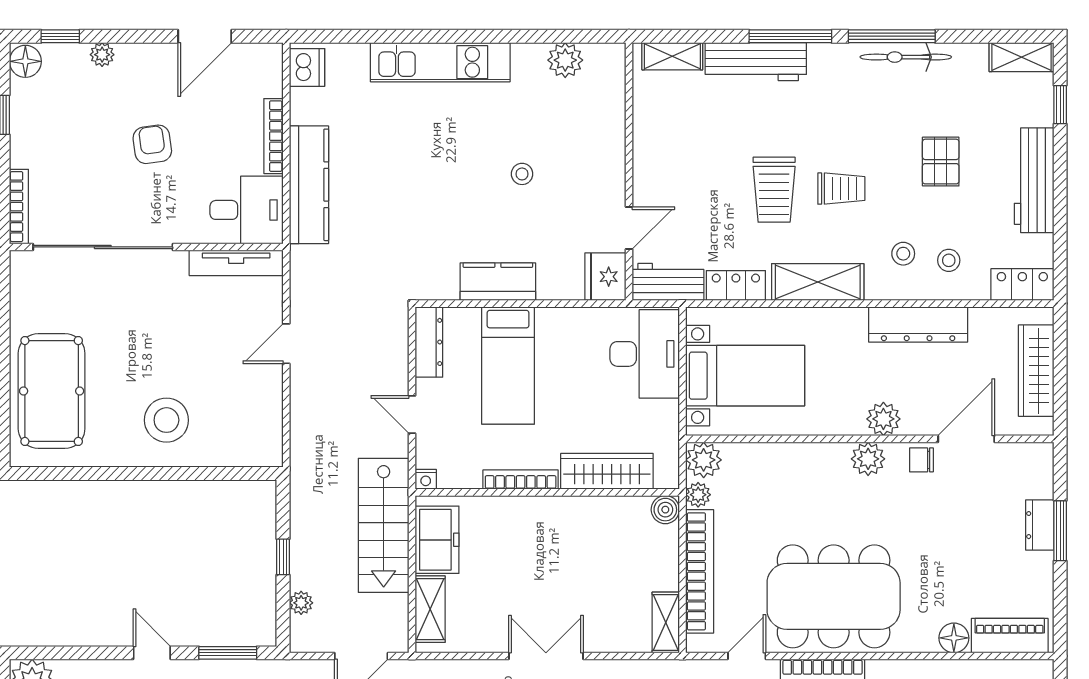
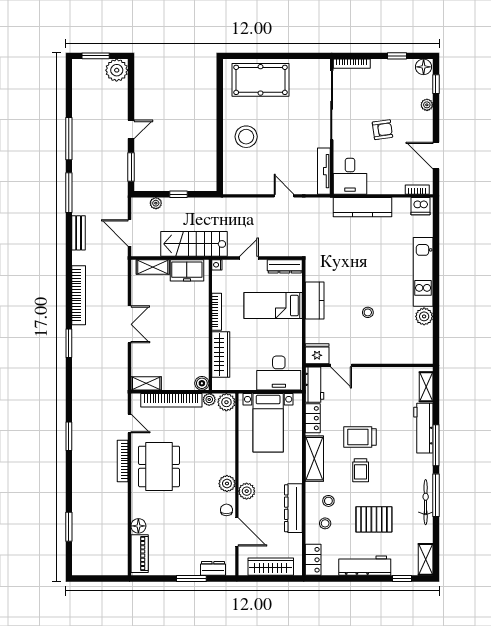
plant: (565, 60) -> (424, 316), moved
bookcase: (273, 136) -> (417, 190), moved, width x0.64
pallet: (941, 162) -> (374, 519), width x1.50, depth x1.42
dresser: (1040, 525) -> (213, 568), moved
dining table: (834, 596) -> (159, 466), width x0.73, depth x0.80

